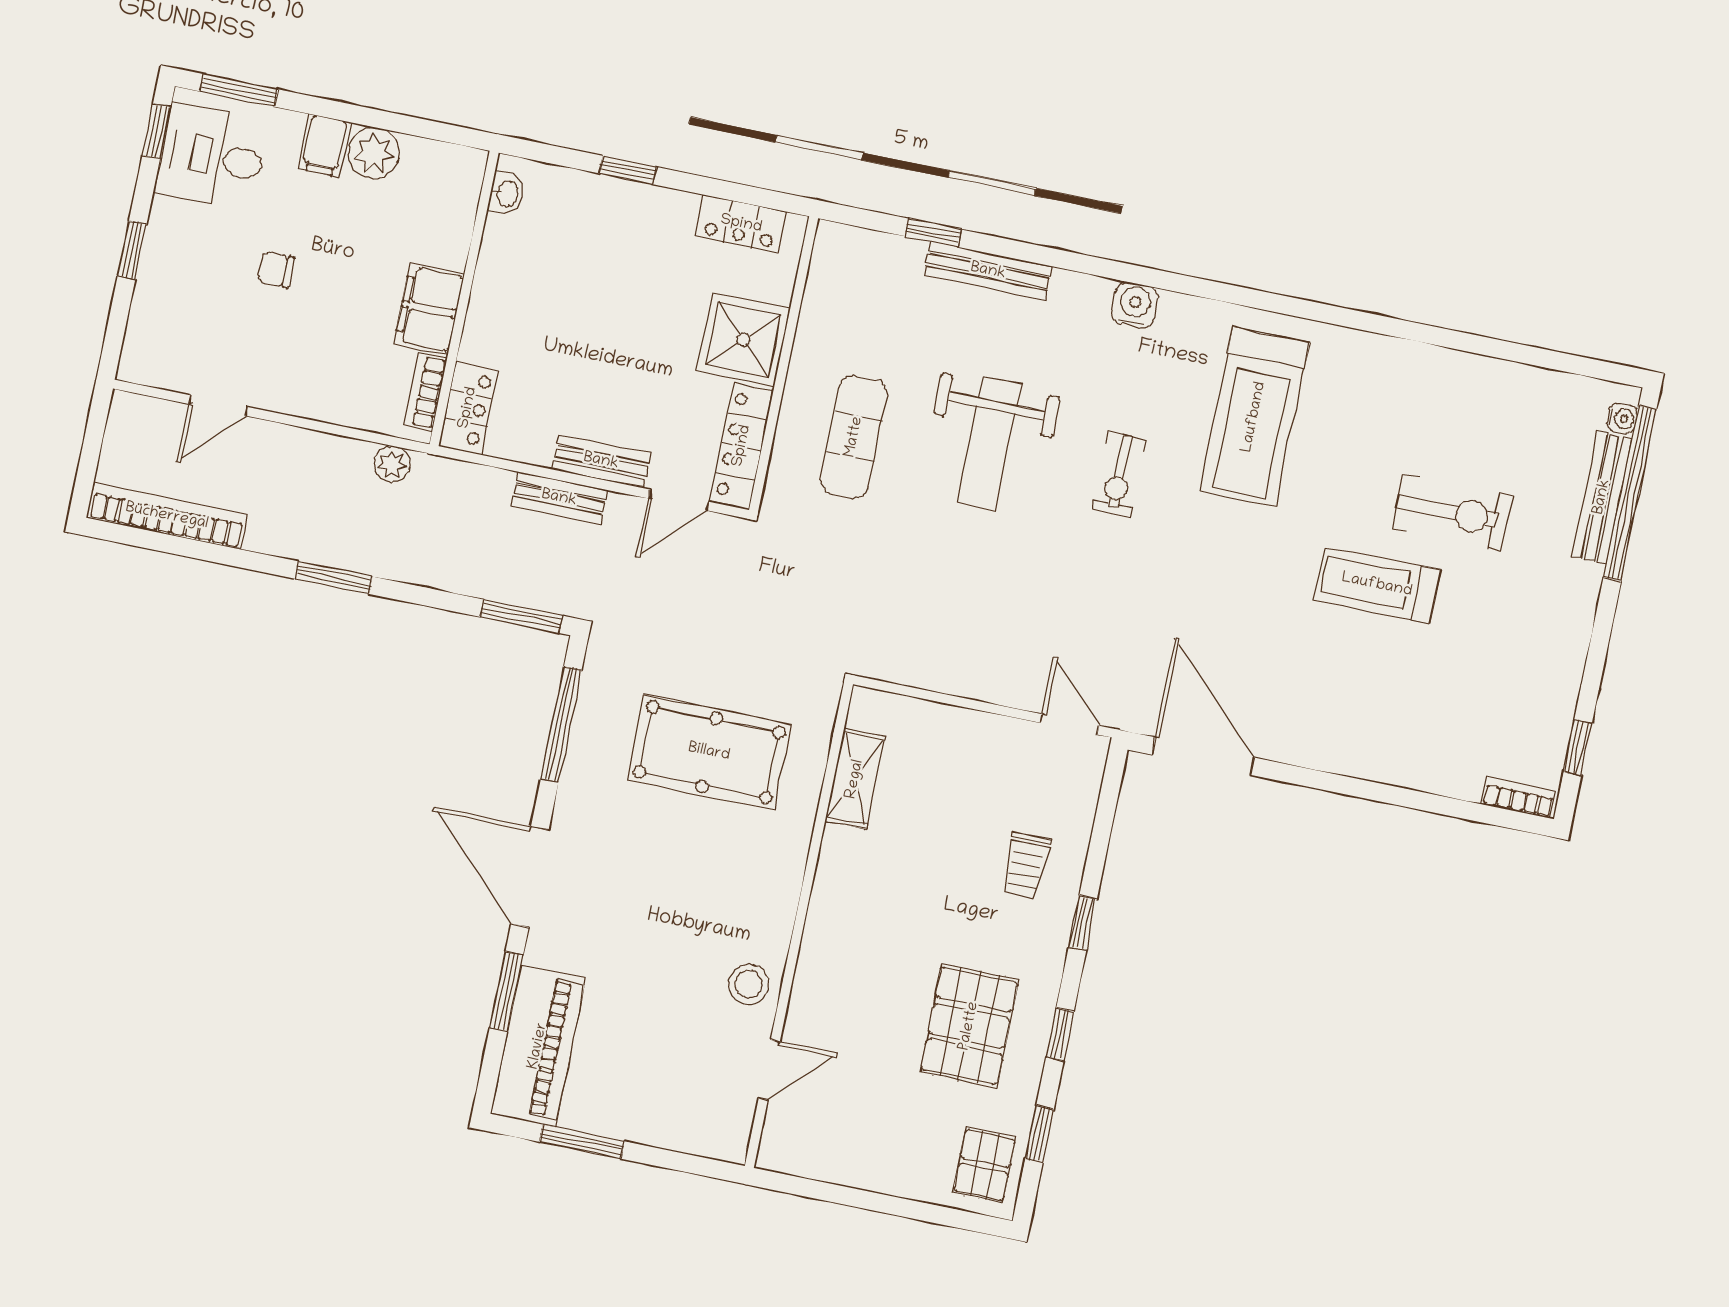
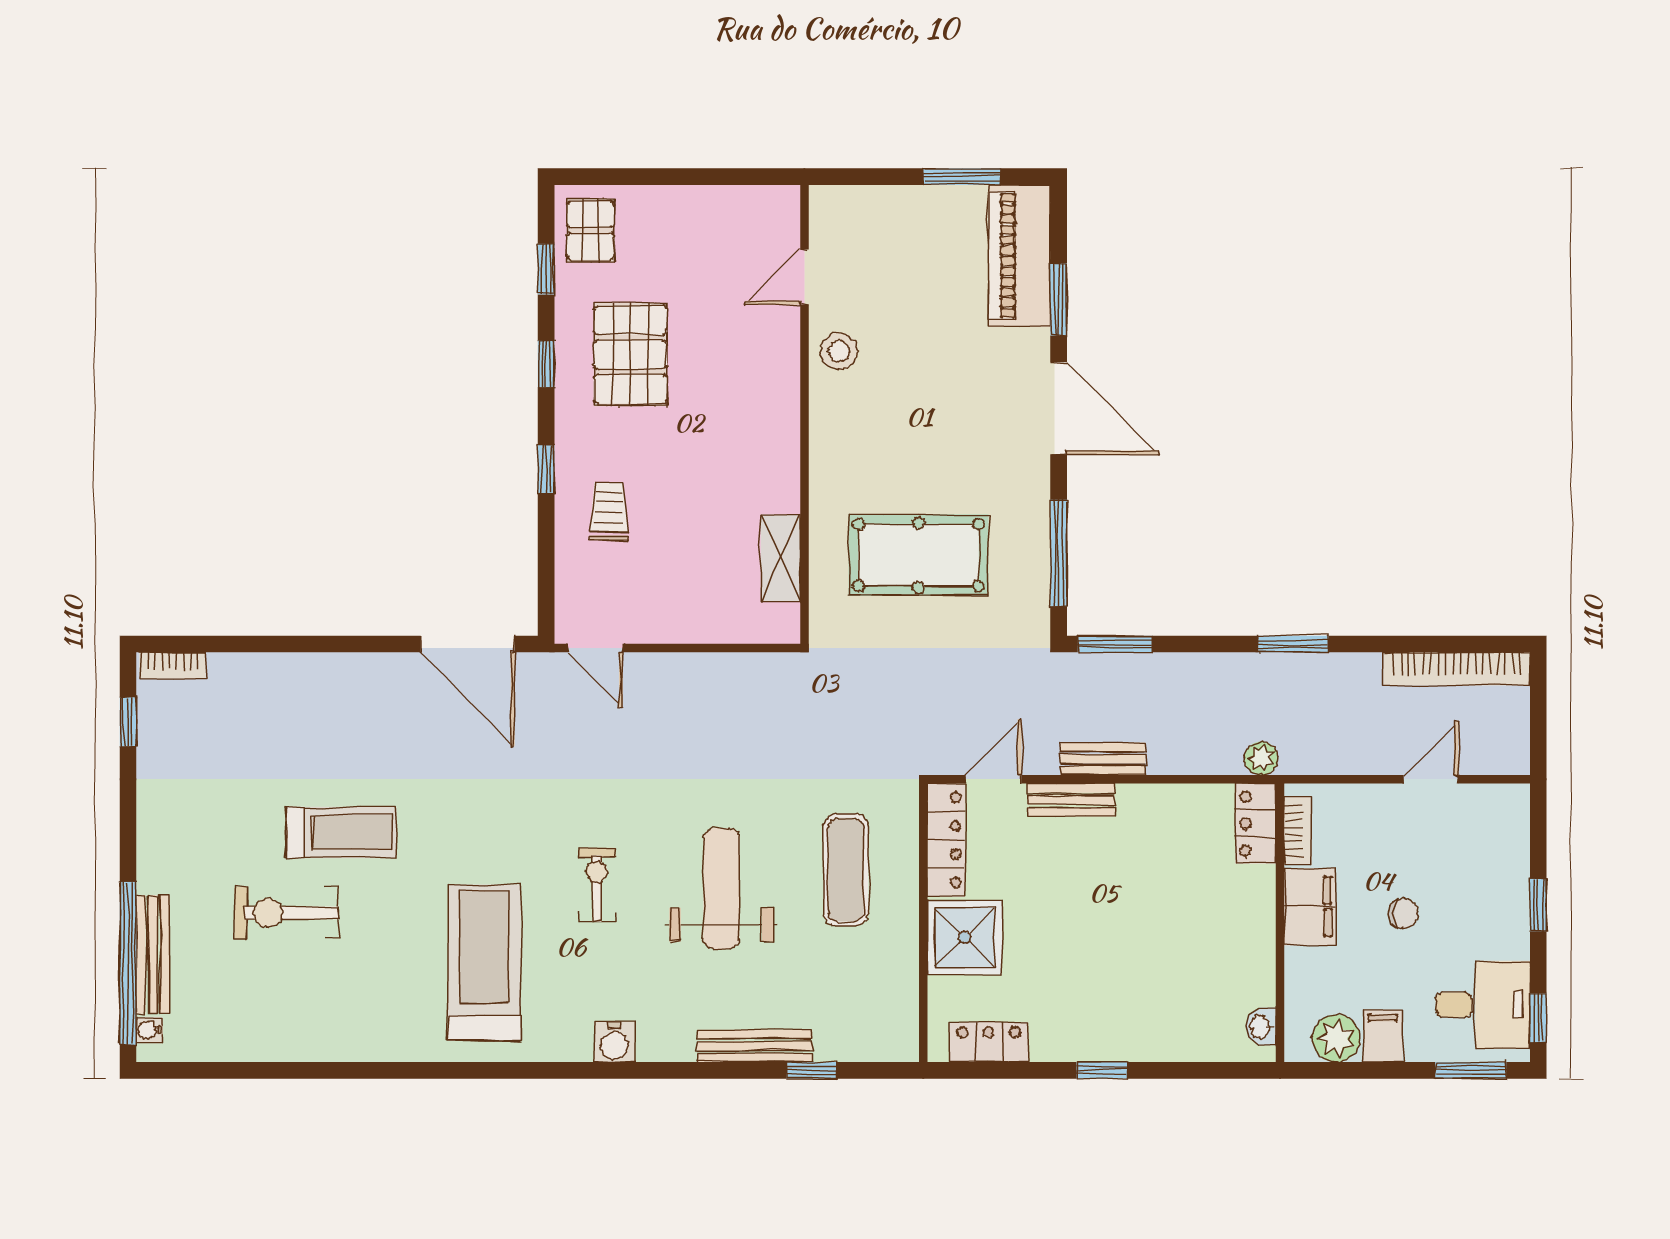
washbasin: (507, 194) -> (1261, 1026), moved
wall: (464, 298) -> (1280, 923), moved
filing cabinet: (429, 309) -> (1310, 907), moved
bookcase: (425, 392) -> (1298, 831), moved
locker: (468, 408) -> (1256, 824), moved

